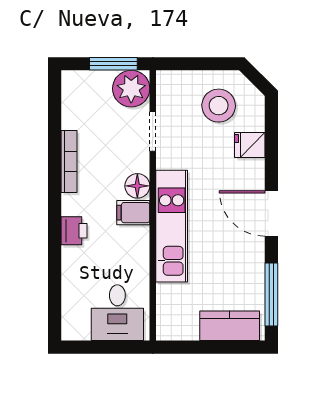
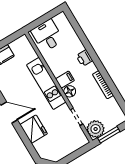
stool: (219, 106) -> (56, 143), removed
fridge: (250, 145) -> (34, 129), width x1.88, depth x1.34

